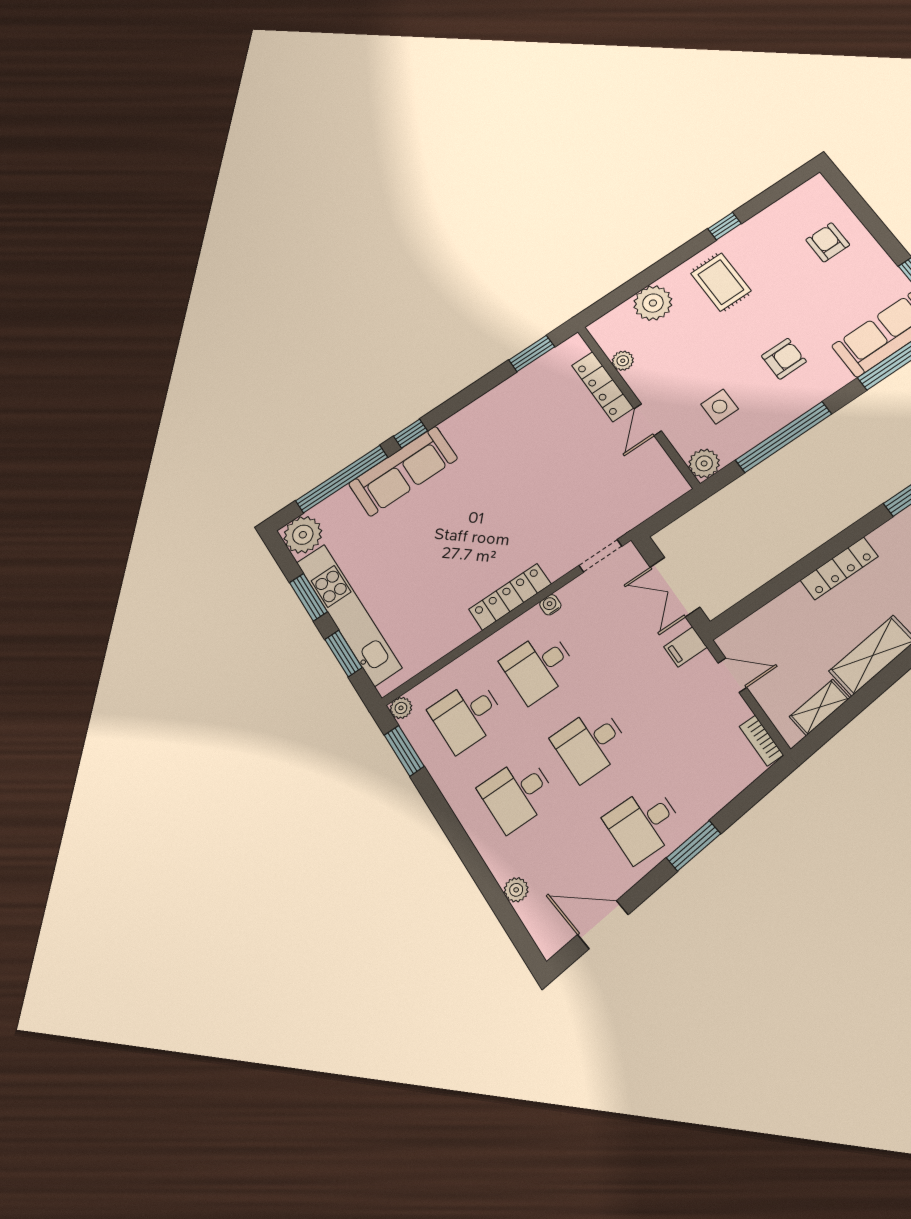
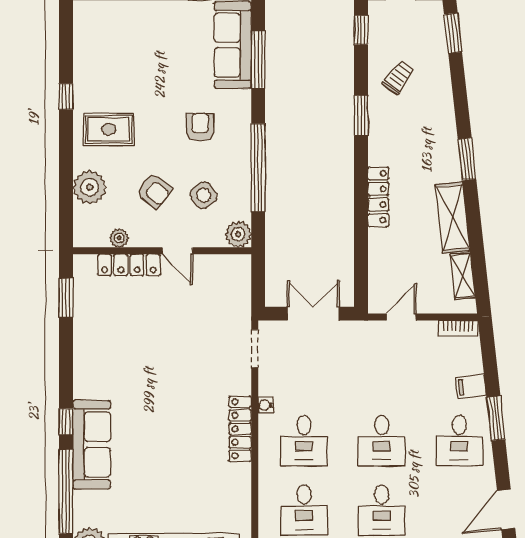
armchair: (828, 242) -> (154, 191), moved, turned -141
side table: (720, 407) -> (204, 195), turned -36
double door: (675, 587) -> (313, 314), swing flipped
filing cabinet: (685, 647) -> (471, 386), moved, turned 84

